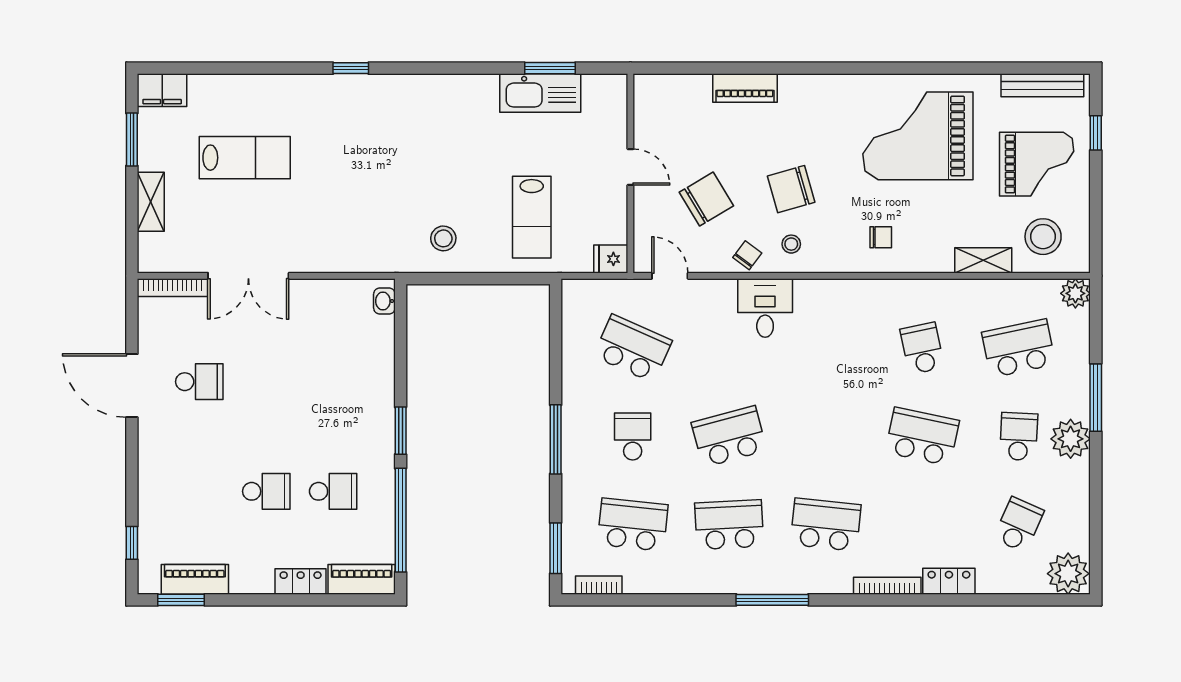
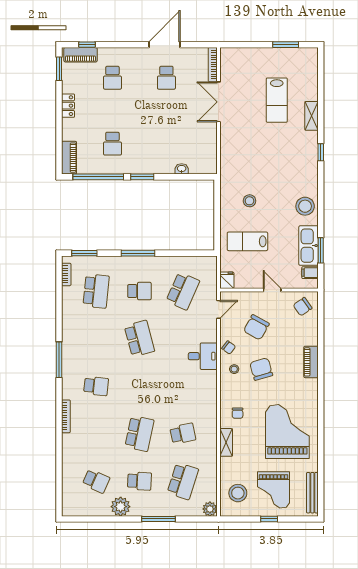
piano: (745, 88) -> (311, 362), moved
filing cabinet: (162, 90) -> (310, 273), moved, width x0.50
stool: (460, 100) -> (305, 206), added
chair: (664, 105) -> (303, 307), added
window: (1096, 133) -> (269, 519), moved
door: (630, 167) -> (272, 290), swing flipped
chair: (706, 199) -> (256, 327), turned 60
shelving: (151, 202) -> (311, 116), moved, turned 90
stool: (443, 238) -> (249, 201), moved
shelving: (983, 260) -> (226, 442), moved
washbasin: (384, 301) -> (182, 169), moved
school desk: (1019, 348) -> (183, 481), turned 30
plant: (1071, 439) -> (121, 507), moved
school desk: (266, 491) -> (112, 78), moved
school desk: (729, 525) -> (96, 339), removed
school desk: (826, 525) -> (96, 386), width x0.54
plant: (1068, 574) -> (72, 505), removed
piano: (195, 579) -> (81, 55), moved, turned 90
locker: (949, 581) -> (68, 447), removed
locker: (301, 582) -> (68, 106), moved

